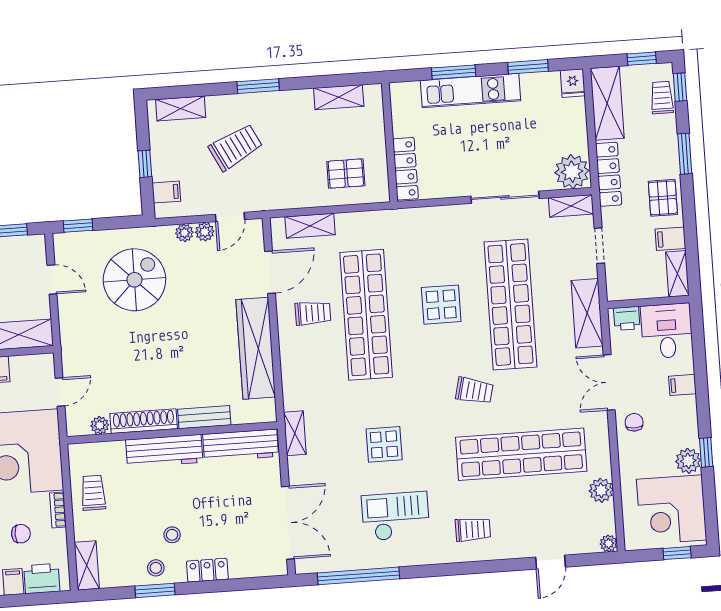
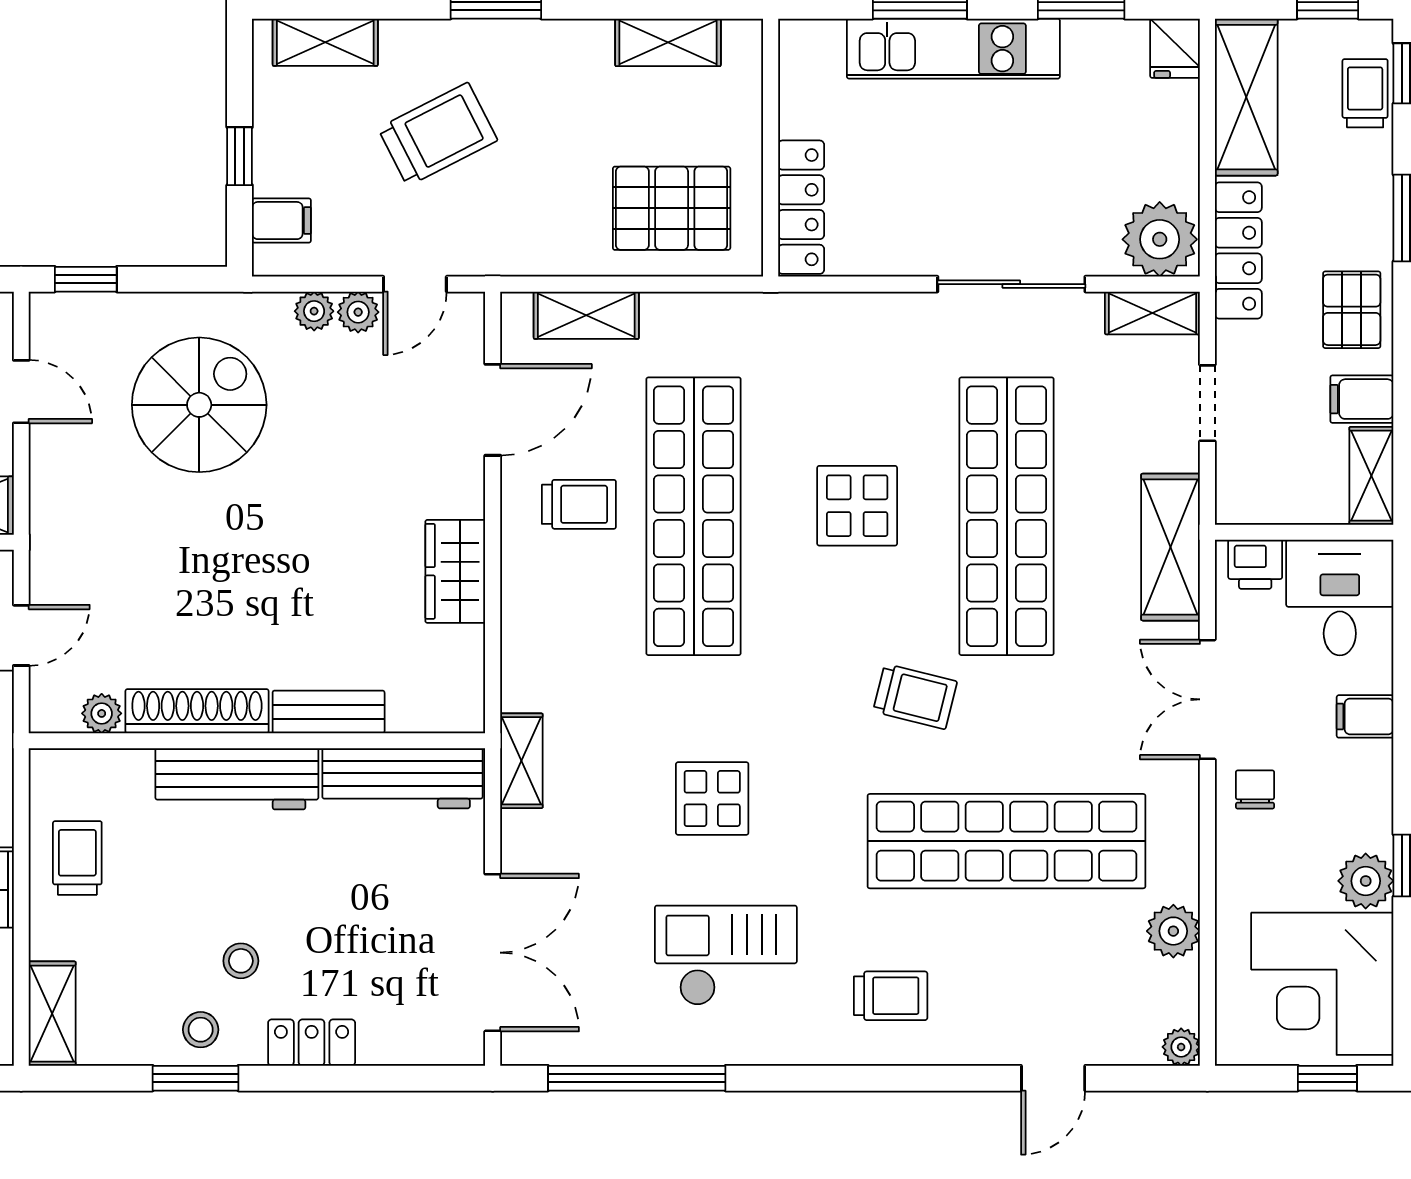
pallet: (346, 174) -> (672, 208), width x1.50, depth x1.42
wardrobe: (256, 348) -> (455, 571), width x0.48, depth x0.85

